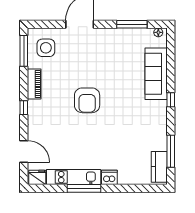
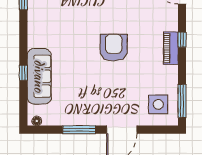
window: (132, 24) -> (79, 130), moved
piano: (34, 84) -> (171, 48), moved
window: (171, 100) -> (23, 73), moved

